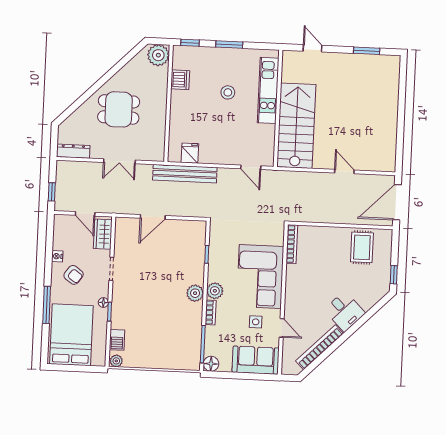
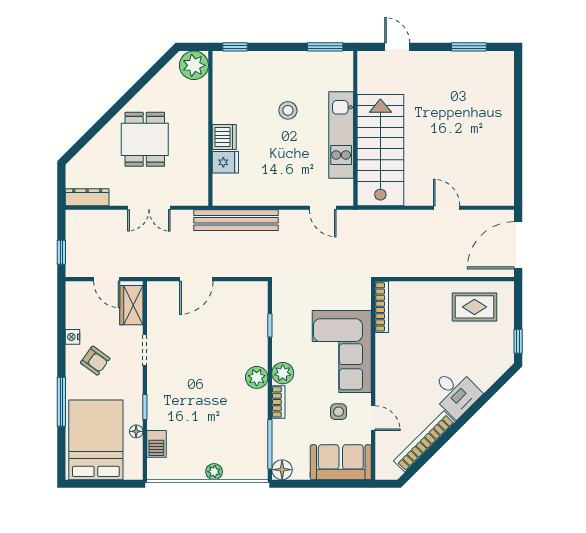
window: (229, 44) -> (325, 47), moved
dishwasher: (180, 80) -> (224, 137), moved
kitchen unit: (268, 90) -> (341, 135), moved
dining table: (119, 109) -> (145, 139), turned 90
fridge: (190, 153) -> (225, 162), moved, turned 90
rug: (362, 247) -> (474, 307), turned 90
floor lamp: (103, 303) -> (136, 431), moved
plant: (116, 361) -> (214, 472), moved

